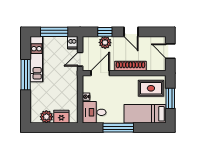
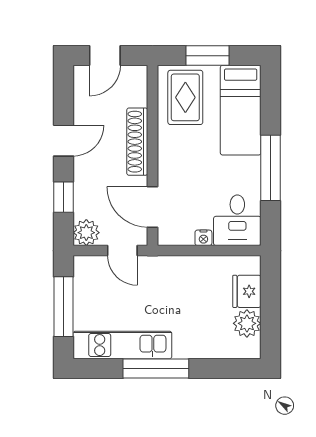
plant: (105, 42) -> (86, 233), moved
dishwasher: (72, 43) -> (87, 267), removed

